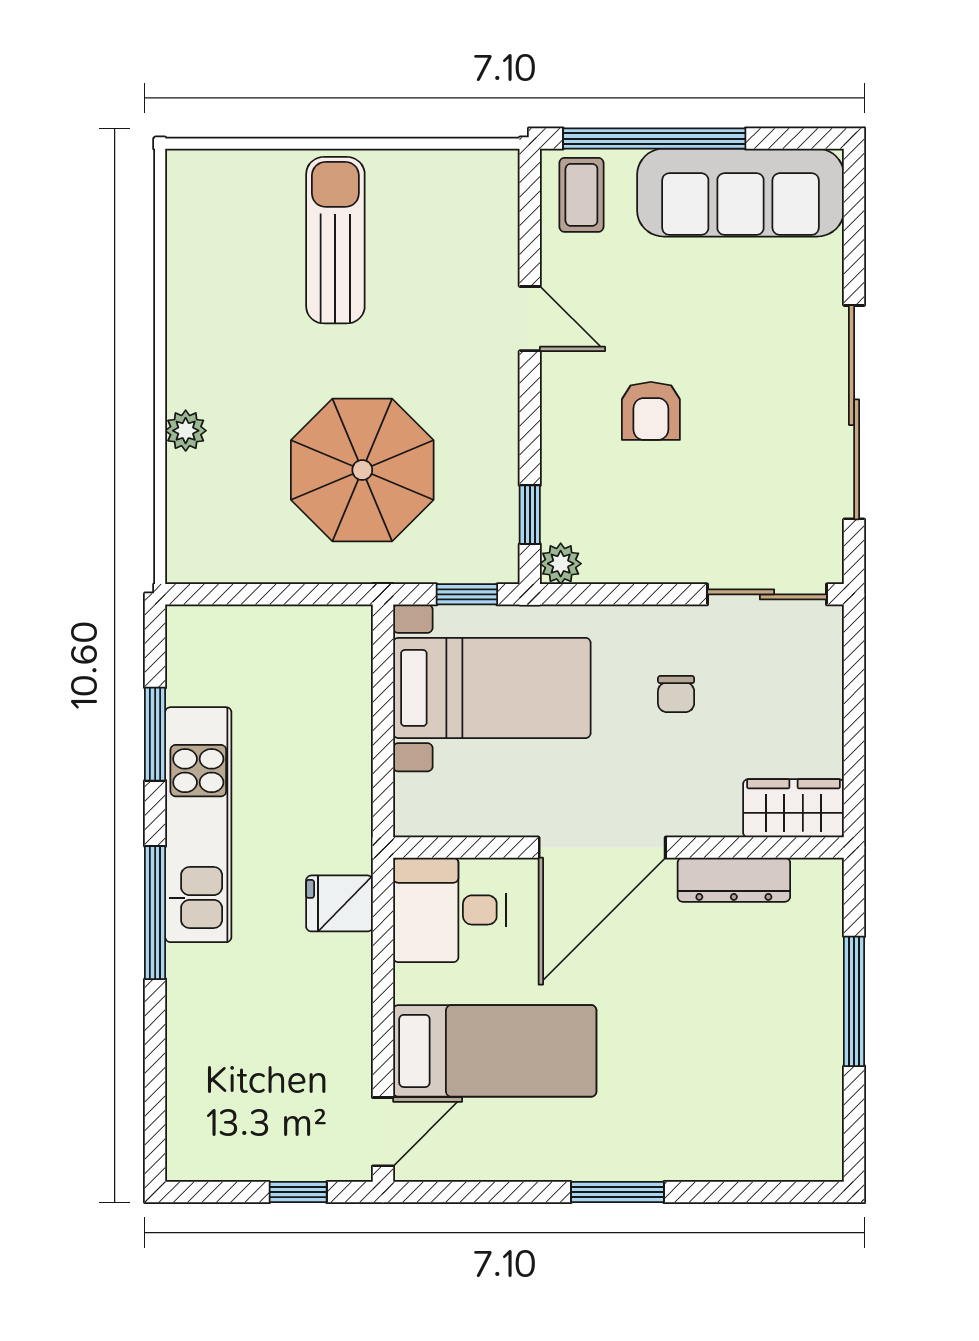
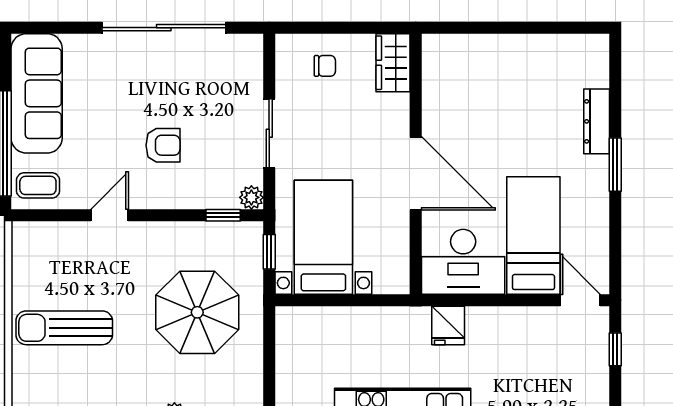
sliding door: (767, 594) -> (269, 133), moved
chair: (676, 694) -> (325, 66), moved
dresser: (734, 880) -> (597, 121), moved, turned 180
desk: (449, 910) -> (463, 262), width x1.37
window: (854, 1001) -> (505, 28), removed

